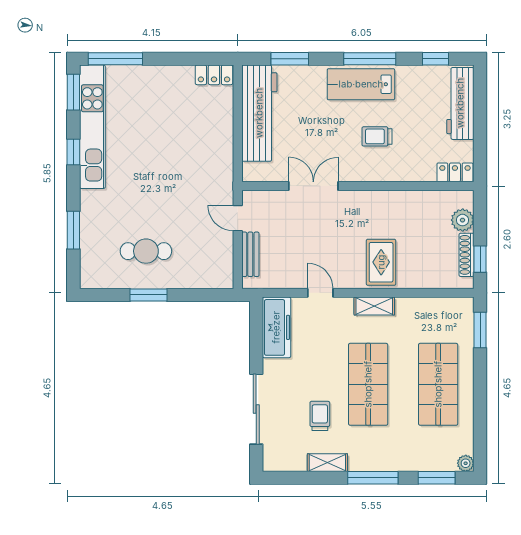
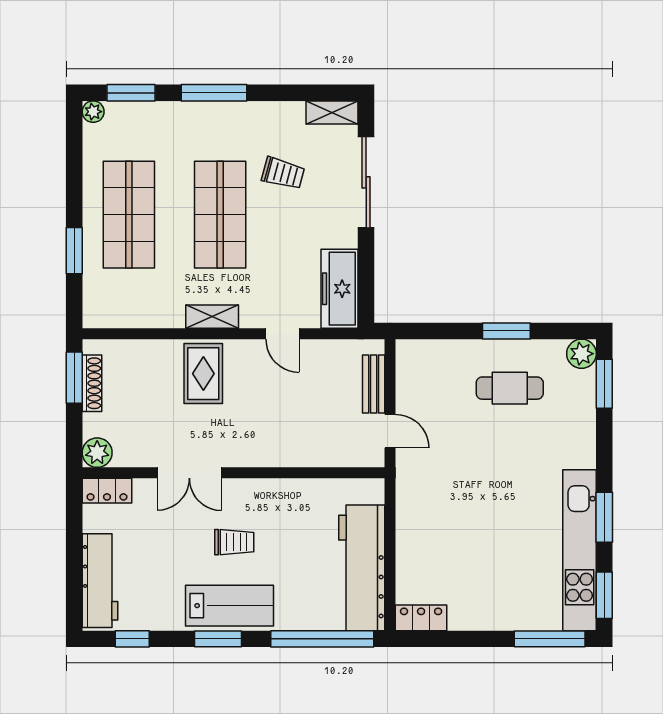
window: (290, 59) -> (322, 639), width x2.11
window: (370, 59) -> (218, 639), width x0.69
trolley: (377, 136) -> (234, 542), moved
window: (73, 152) -> (604, 517), width x1.50
double door: (313, 186) -> (189, 473), moved
plant: (463, 220) -> (97, 453), moved
window: (73, 230) -> (604, 384), moved
window: (480, 259) -> (74, 378), width x1.50
plant: (91, 277) -> (581, 354), added
window: (480, 330) -> (74, 251), moved
trolley: (320, 416) -> (283, 173), turned -75
shelving: (327, 463) -> (332, 112), moved

